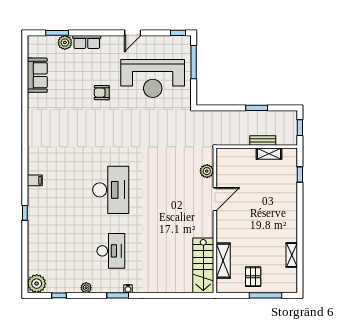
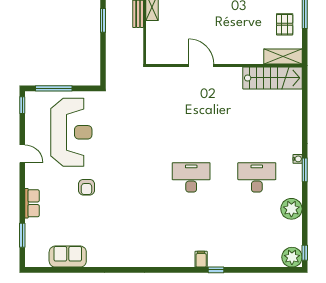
plant: (65, 43) -> (33, 227), removed
plant: (207, 171) -> (171, 74), removed
filing cabinet: (35, 180) -> (201, 259), moved
desk: (111, 190) -> (191, 177), width x0.73, depth x0.77
shelving: (223, 261) -> (283, 56), moved
pallet: (253, 277) -> (285, 24), turned 90
plant: (86, 288) -> (291, 209), width x1.88, depth x1.88
window: (59, 295) -> (305, 253), moved

